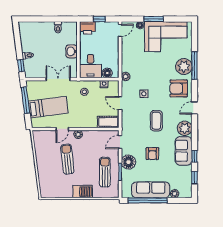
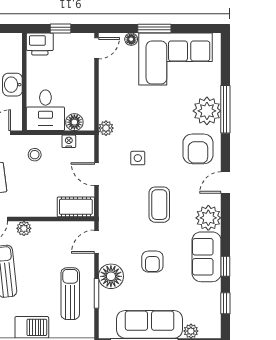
armchair: (179, 88) -> (198, 149), turned -90

